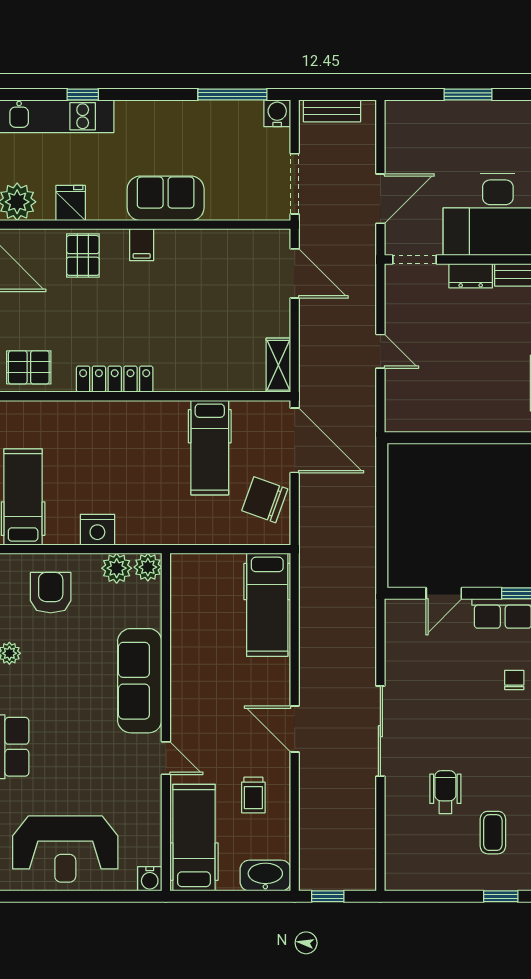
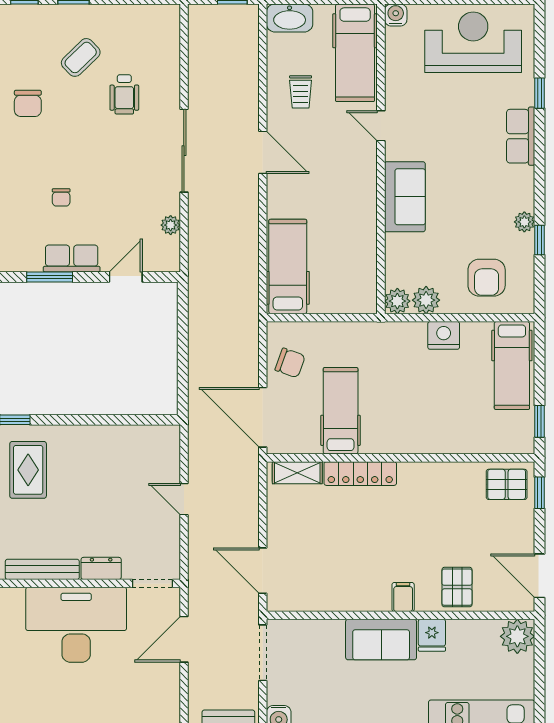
fridge: (71, 203) -> (432, 635), moved
shelving: (278, 365) -> (297, 473), moved, turned 90
locker: (115, 379) -> (360, 474), moved
chair: (265, 500) -> (290, 363), width x0.73, depth x0.73
plant: (395, 650) -> (171, 225), added
sofa: (140, 681) -> (405, 197), width x0.73
trolley: (253, 795) -> (301, 92), turned 180
coffee table: (493, 833) -> (81, 57), turned 46

